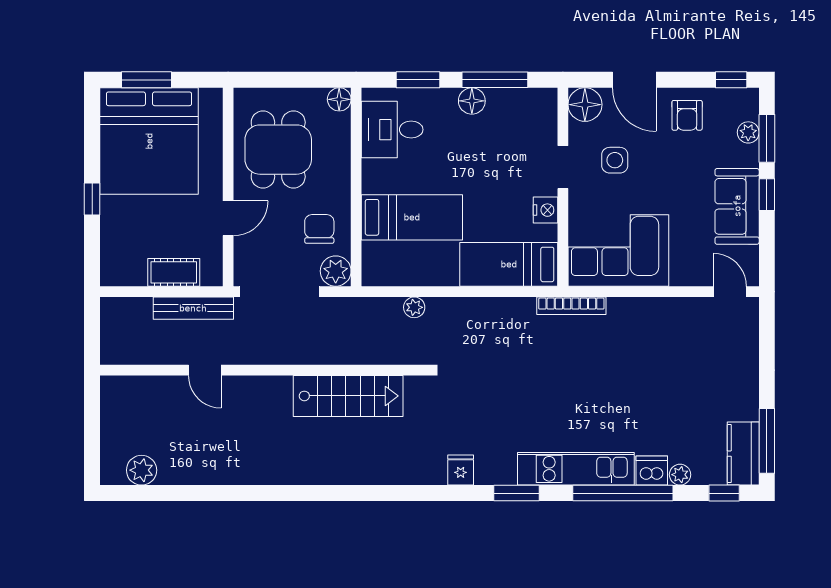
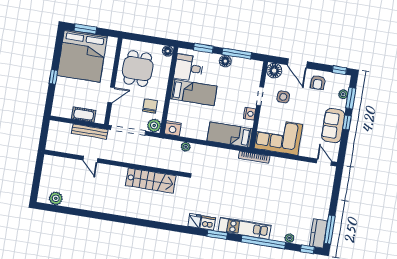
bed: (412, 217) -> (193, 92), moved
nightstand: (379, 271) -> (173, 128), added
dishwasher: (652, 471) -> (208, 223), moved

